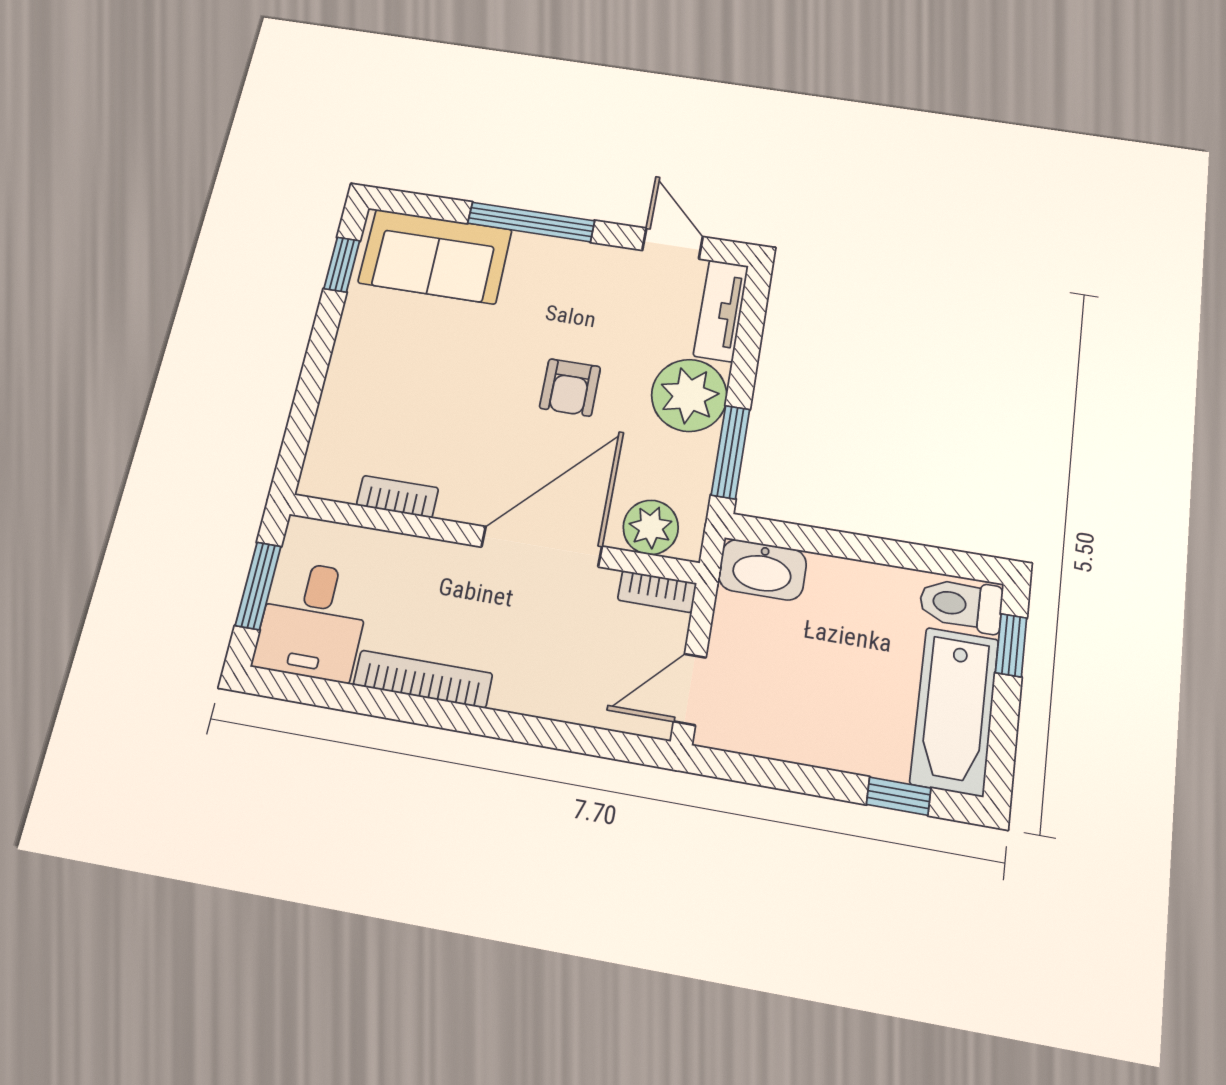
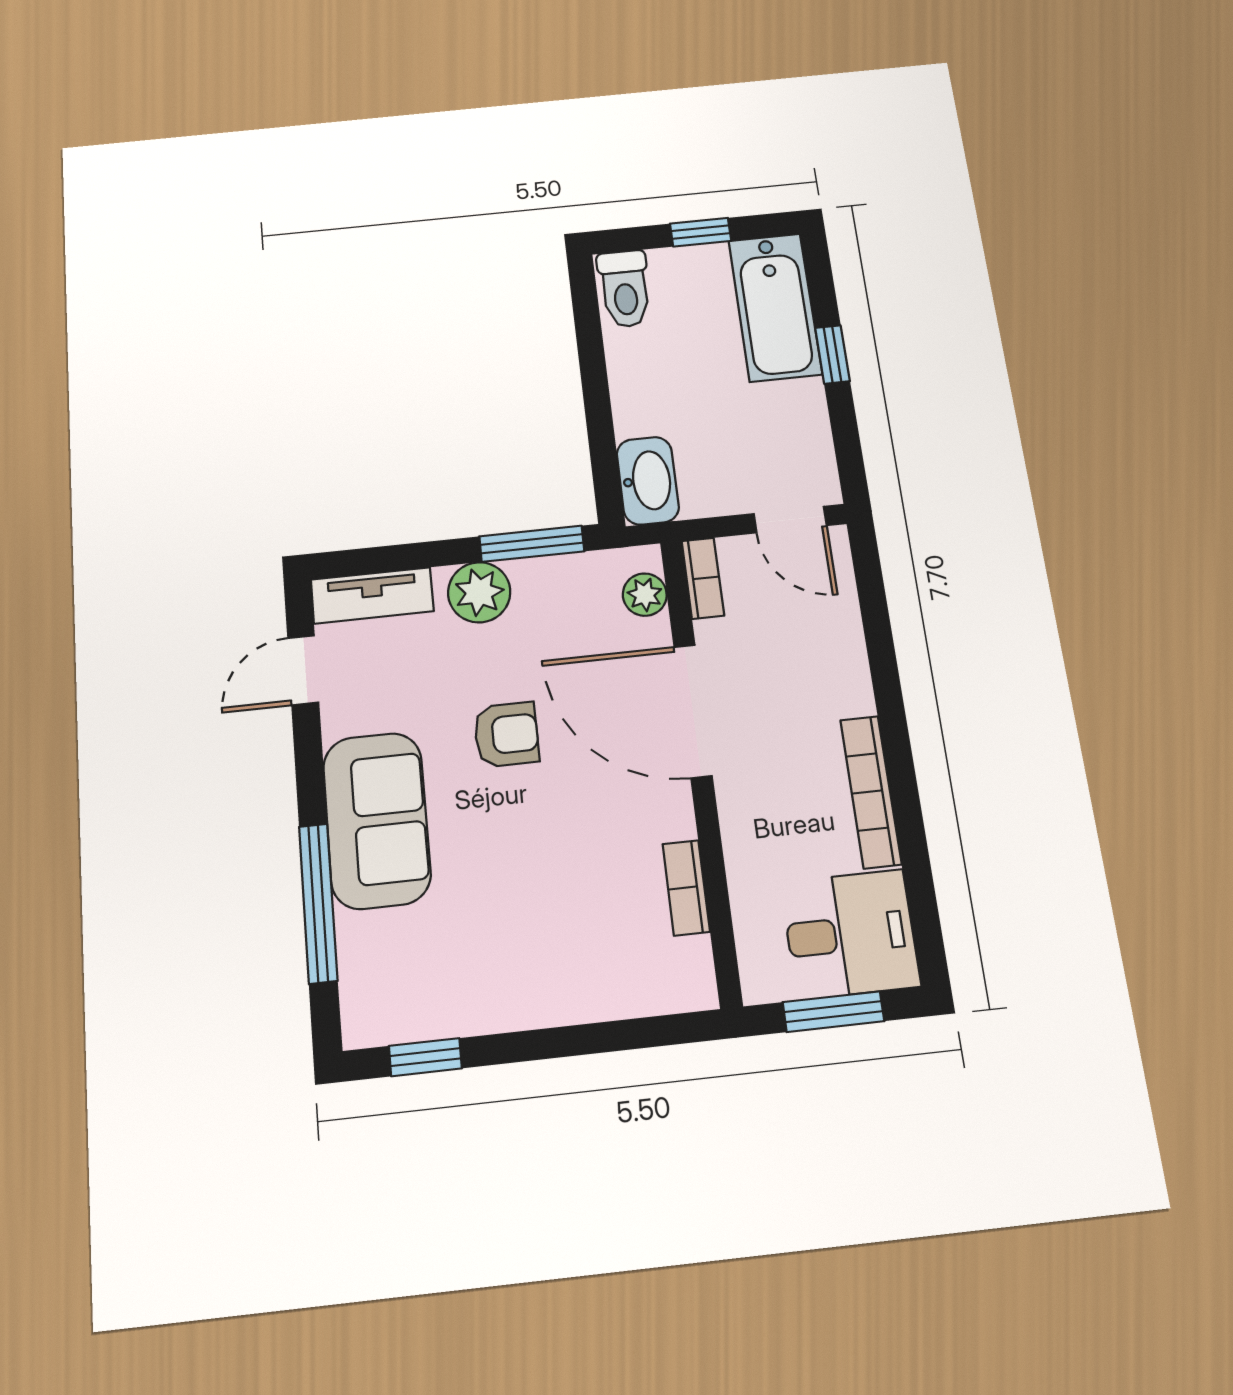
window: (531, 222) -> (318, 903), moved
sofa: (435, 256) -> (377, 820), moved
plant: (689, 395) -> (479, 592), width x0.73, depth x0.73
plant: (651, 527) -> (645, 595), width x0.73, depth x0.73
window: (1011, 645) -> (701, 232), moved
bathtub: (955, 711) -> (775, 307), moved, turned 90
window: (899, 796) -> (832, 354), moved

